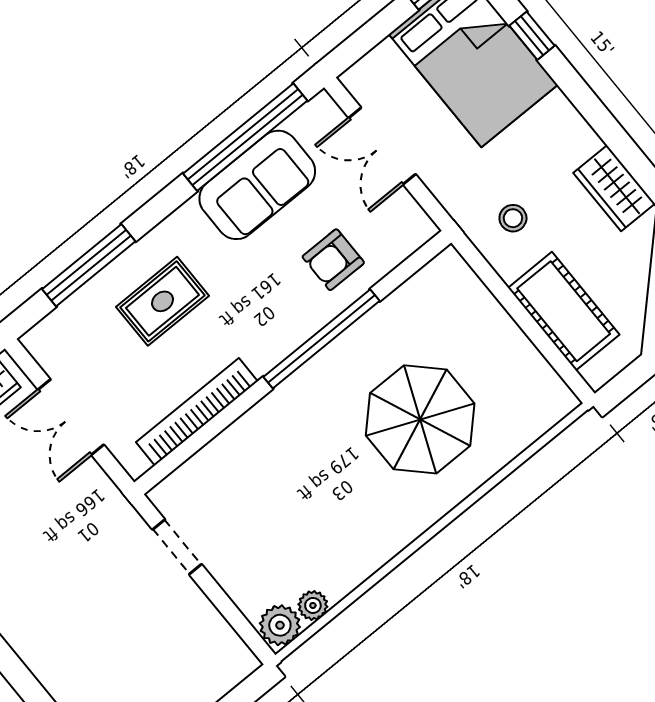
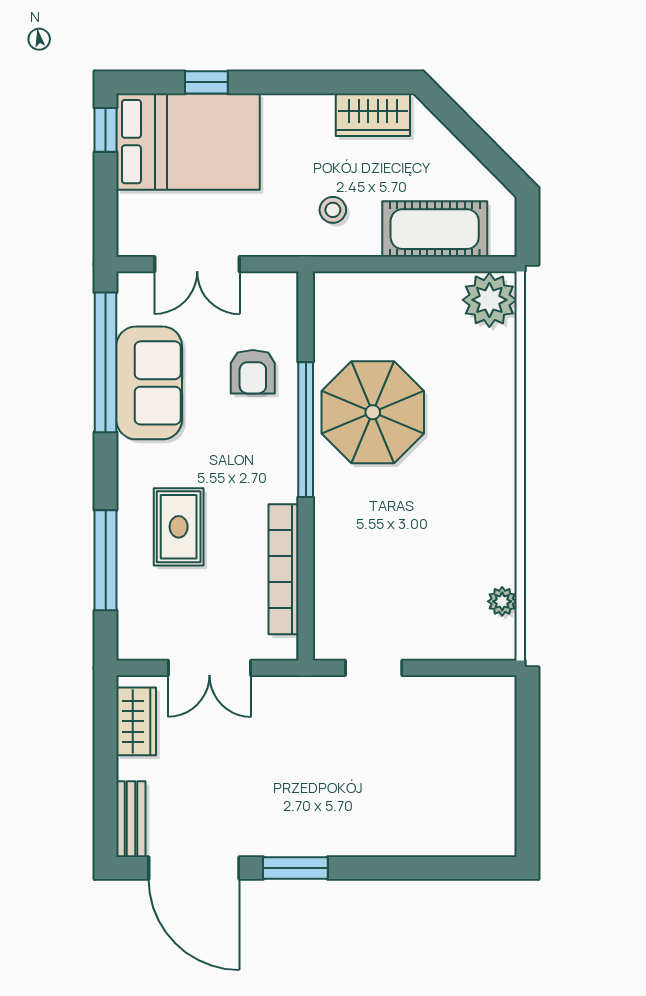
parasol: (420, 419) -> (373, 412), moved
plant: (280, 625) -> (489, 300), moved, width x1.36, depth x1.36

